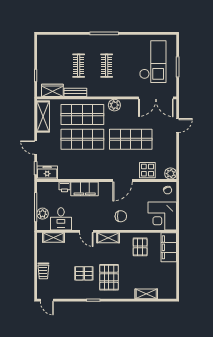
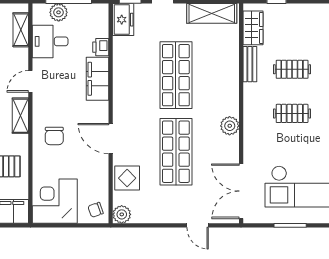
shop shelf: (82, 115) -> (215, 75), removed

